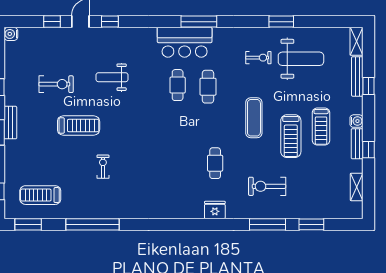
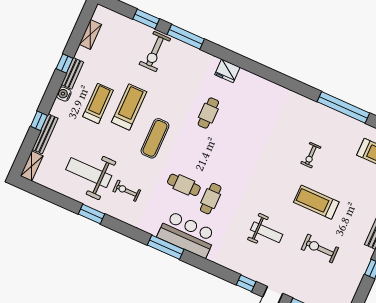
cafe table: (208, 87) -> (184, 185), turned 90
exercise bike: (267, 186) -> (155, 52), moved, turned 90

